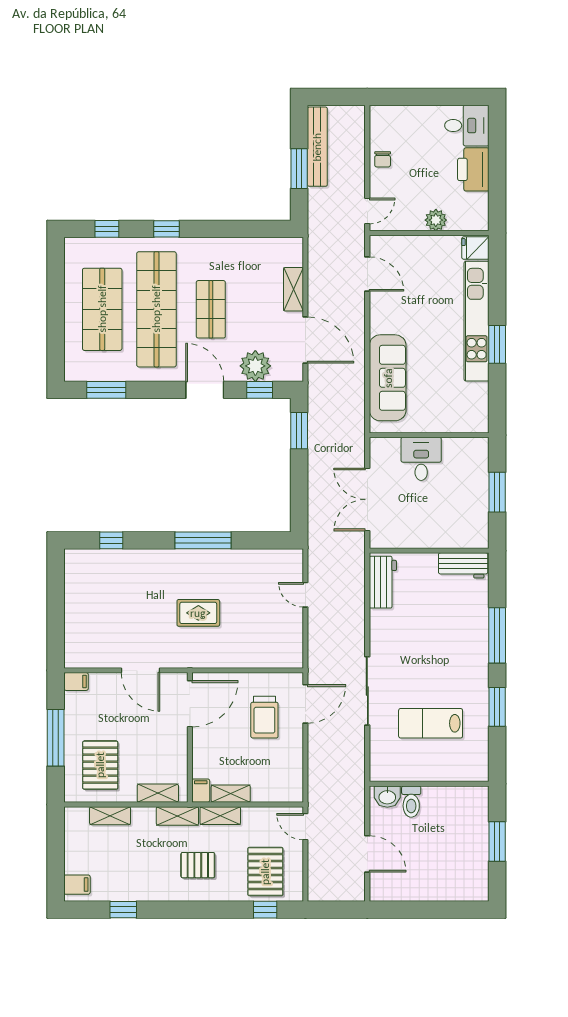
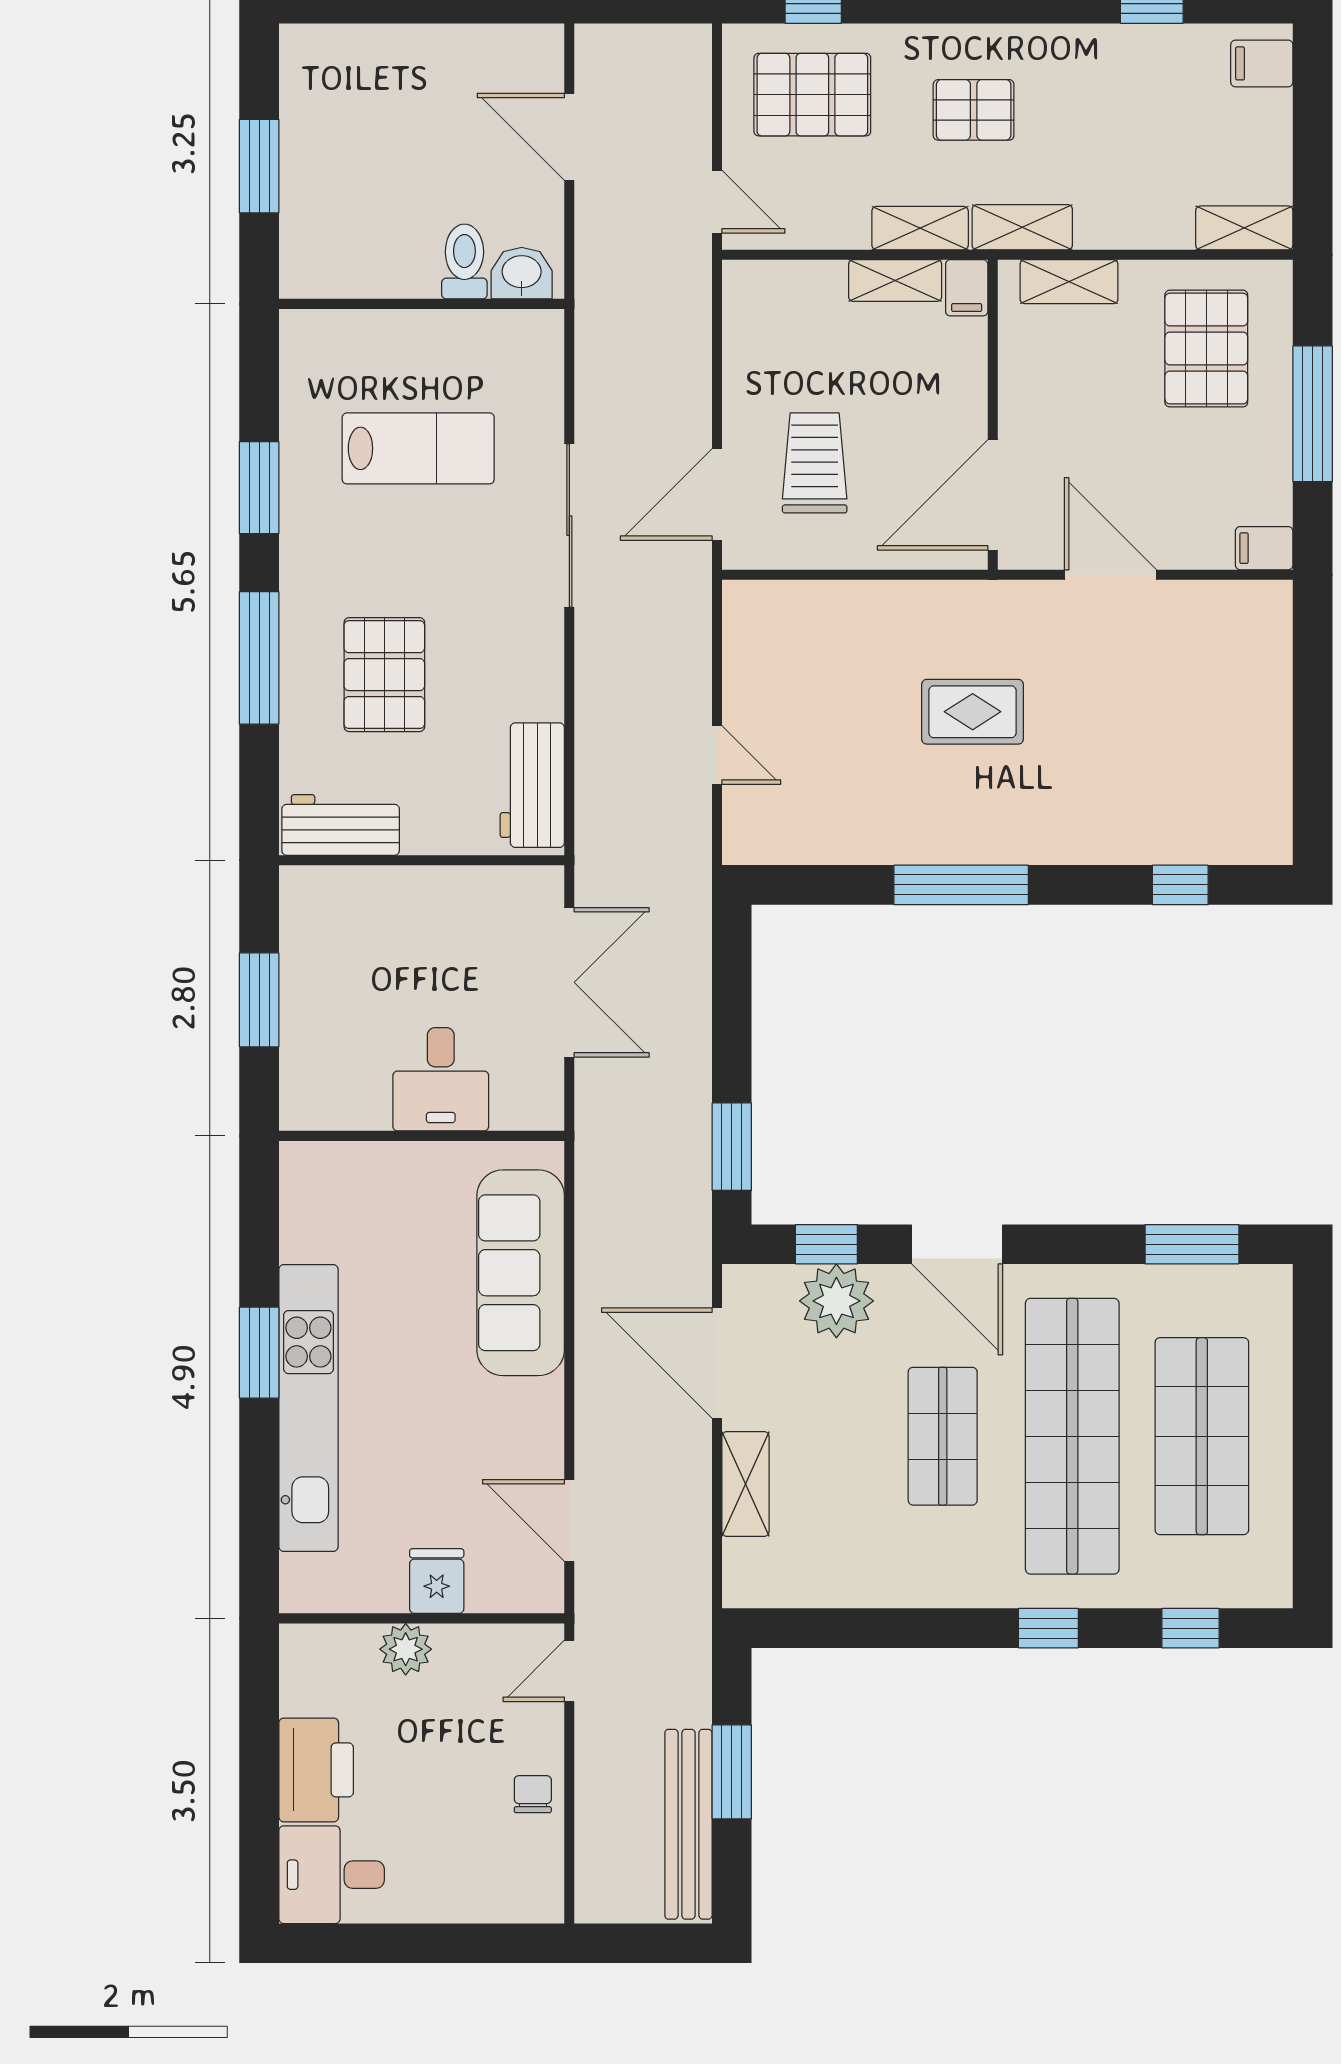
fridge: (475, 248) -> (437, 1581), moved, turned -90
pallet: (445, 628) -> (384, 675), added
shelving: (110, 816) -> (1244, 228), moved
pallet: (265, 872) -> (812, 95), turned 90

